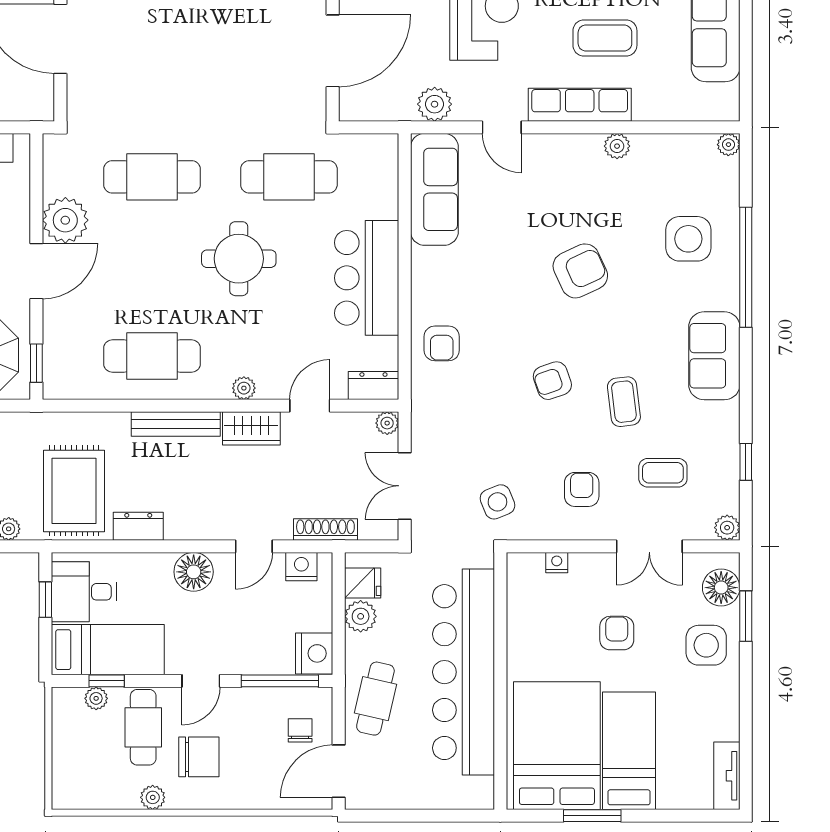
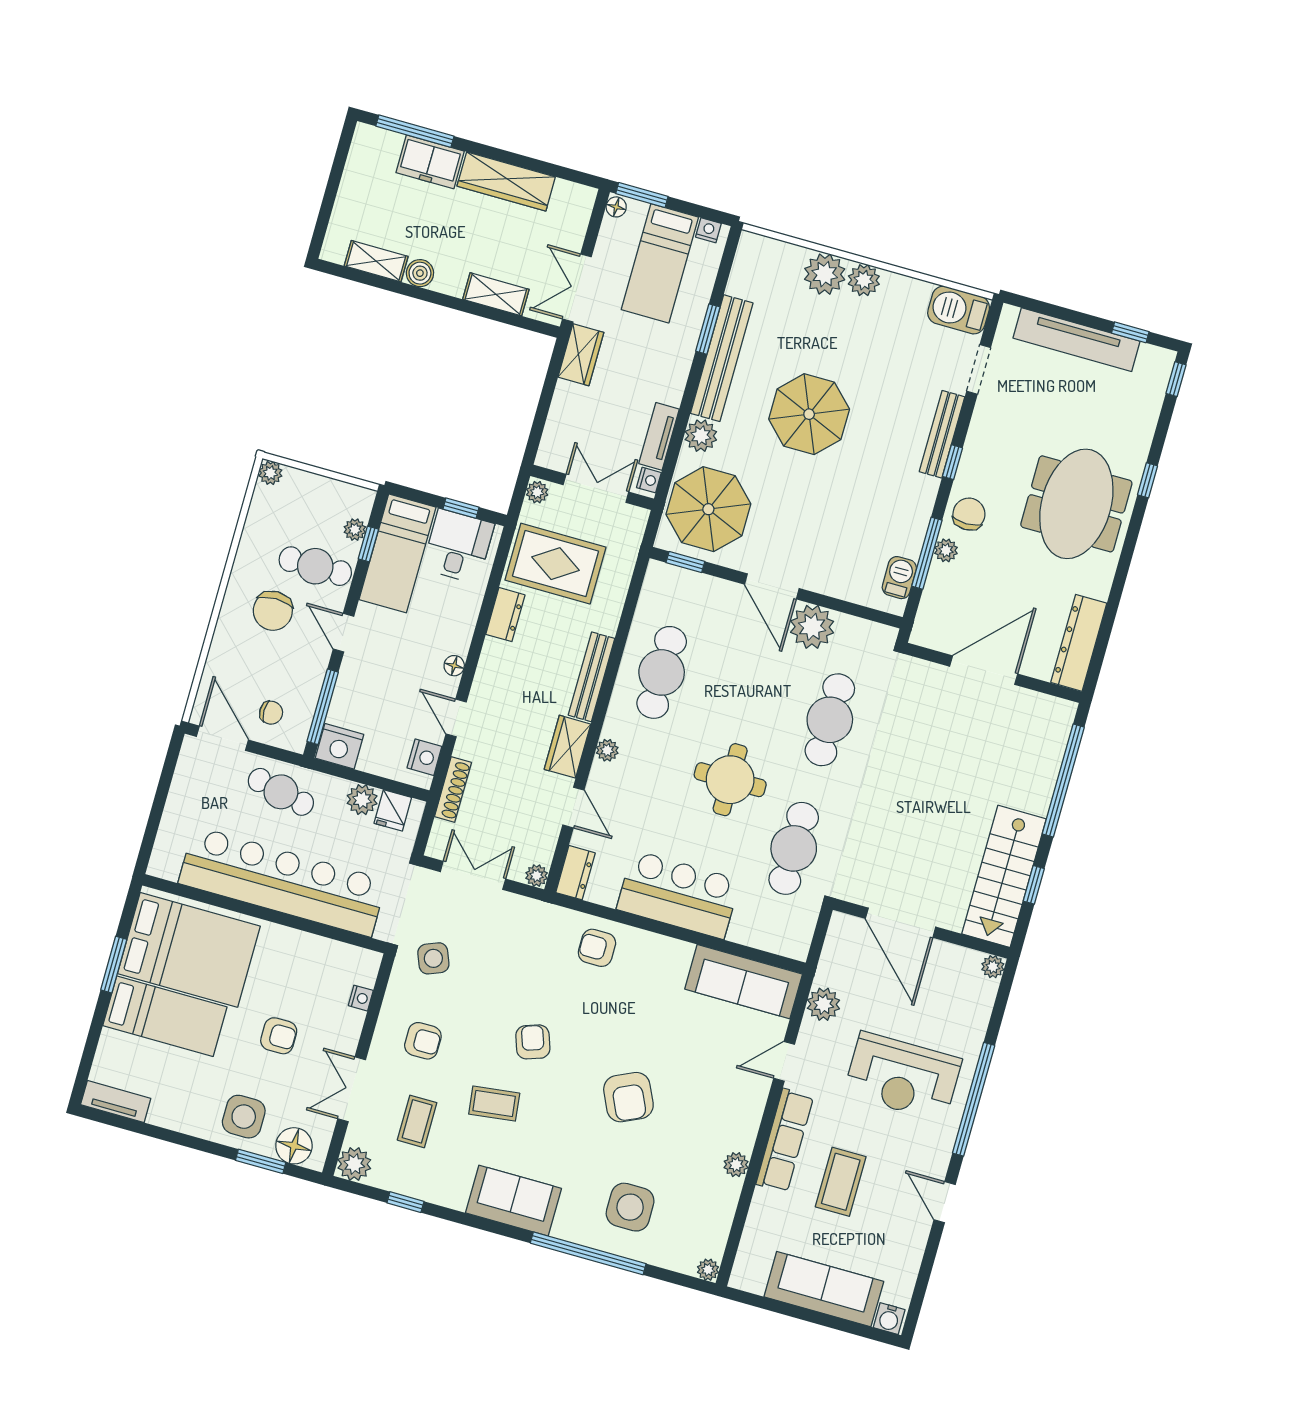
plant: (727, 528) -> (354, 1164), width x1.38, depth x1.38
floor lamp: (194, 572) -> (454, 666), width x0.53, depth x0.53
plant: (153, 797) -> (270, 473), moved

